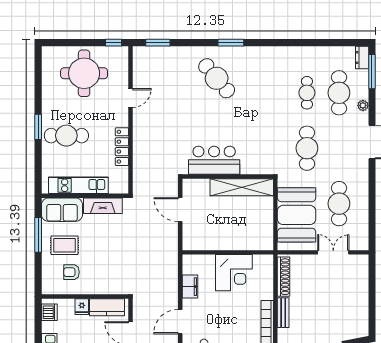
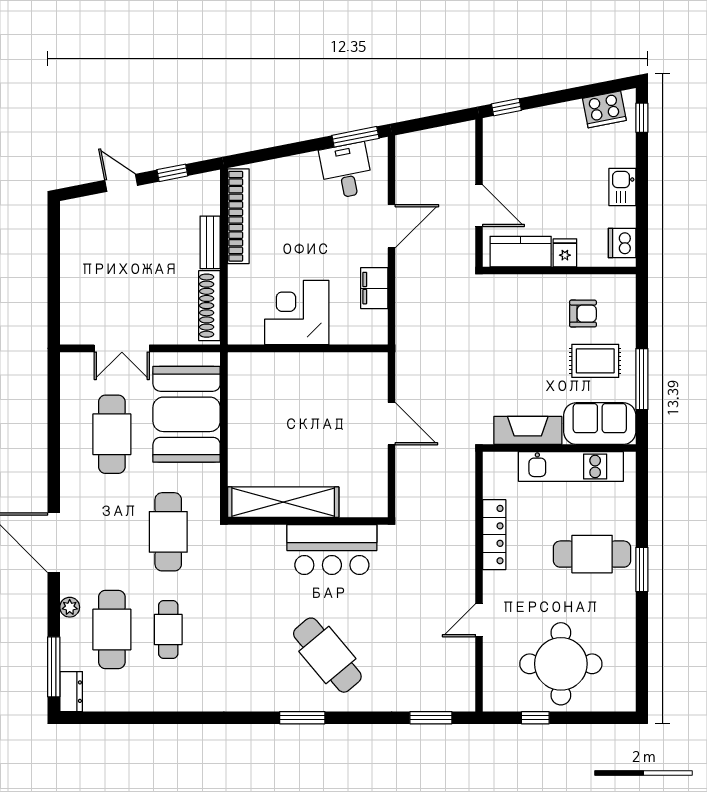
window: (114, 43) -> (535, 718), moved
bar counter: (214, 160) -> (332, 550), moved
wall: (228, 176) -> (308, 521), moved
shelving: (242, 187) -> (283, 502), moved

